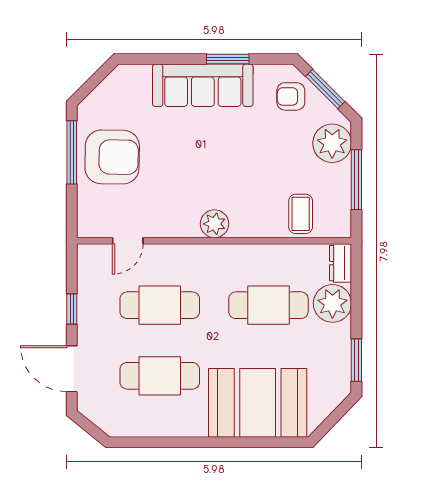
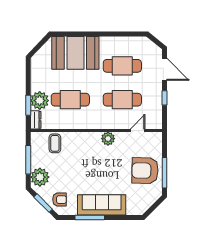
window: (228, 59) -> (90, 217), width x1.44
plant: (214, 224) -> (108, 139), moved
window: (356, 360) -> (28, 105), moved

